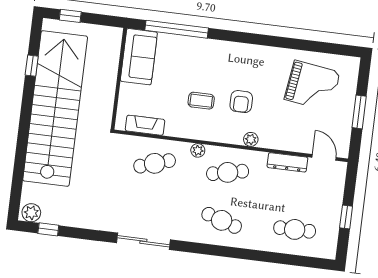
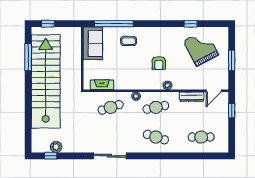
window: (300, 45) -> (191, 24), added
window: (32, 66) -> (28, 57), width x2.17
grand piano: (312, 86) -> (201, 48), turned -126
coffee table: (201, 101) -> (129, 41), moved
door: (324, 157) -> (214, 91), swing flipped
plant: (31, 213) -> (56, 147), moved
window: (346, 217) -> (232, 111), moved

